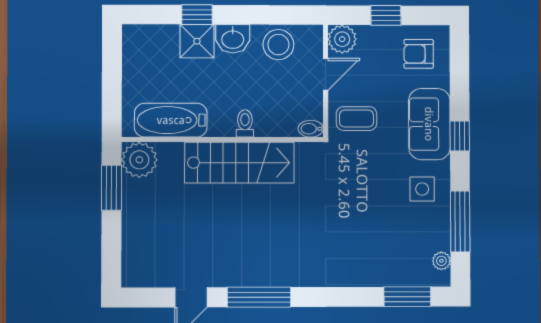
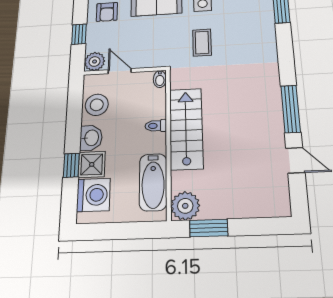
washing machine: (157, 45) -> (93, 195), added
coffee table: (356, 119) -> (202, 43), moved

